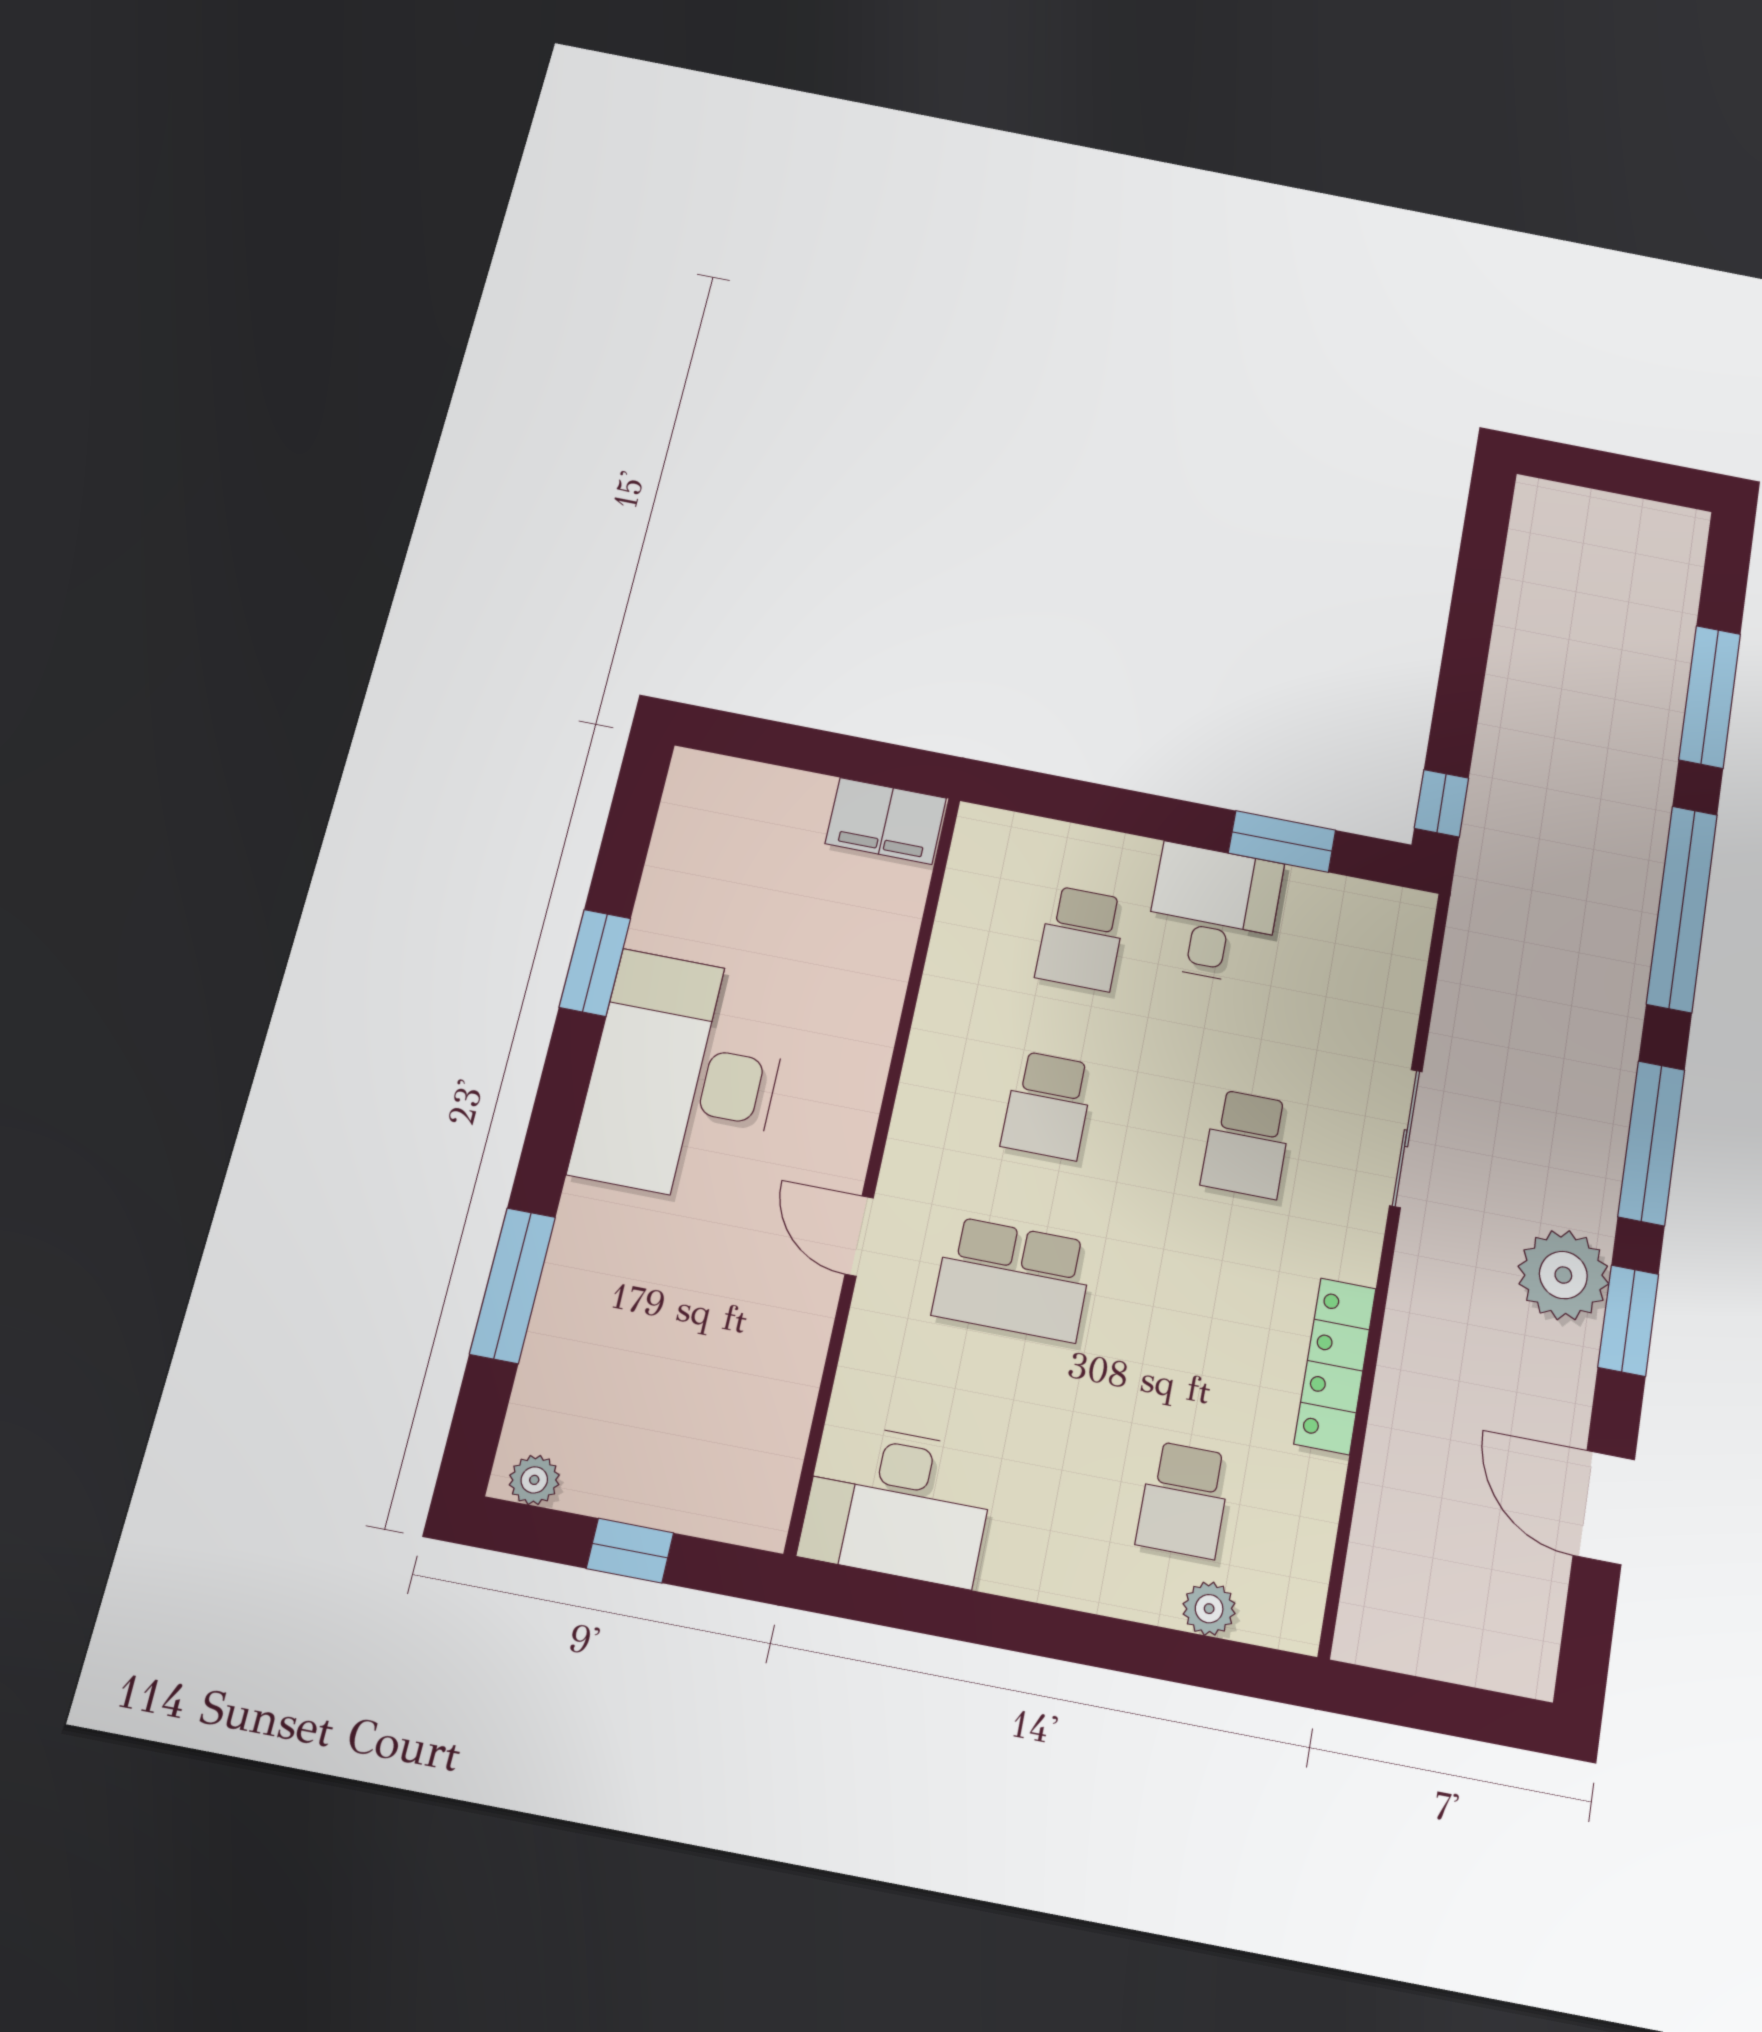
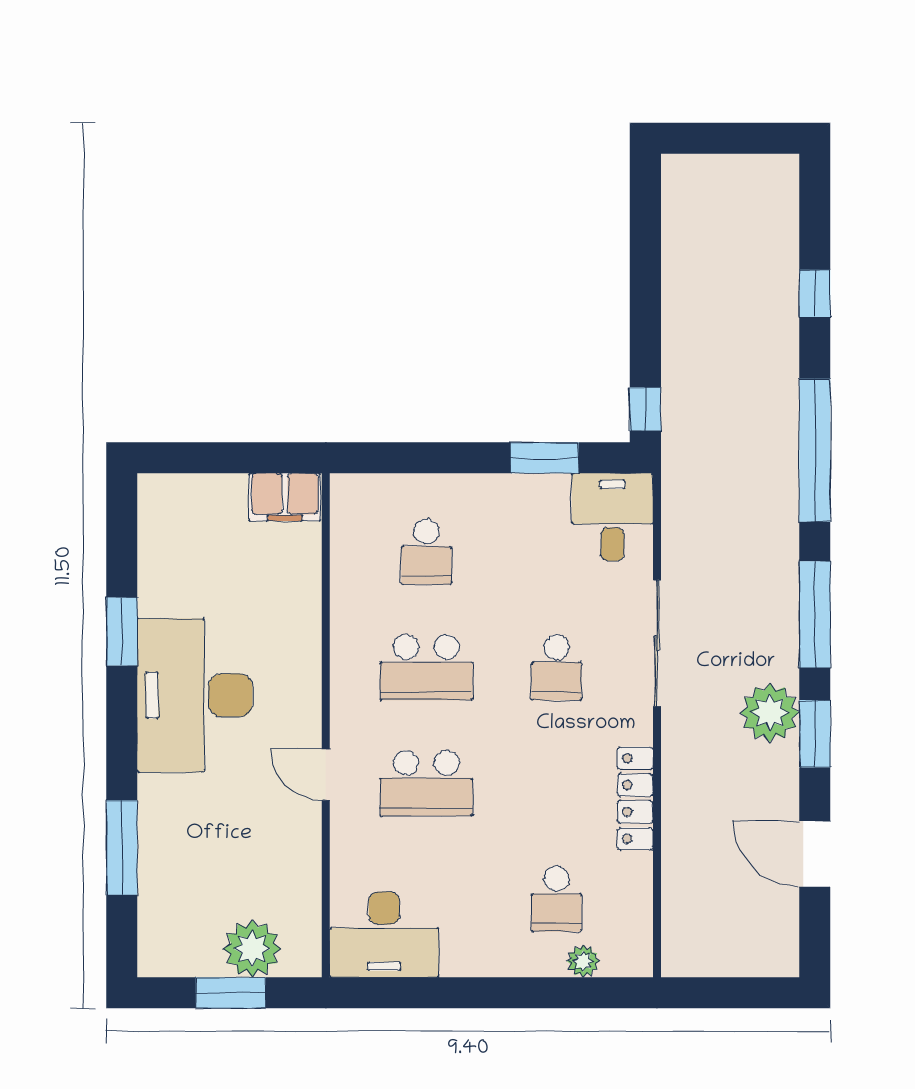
window: (1710, 697) -> (815, 293), width x0.46
desk: (1213, 913) -> (612, 517), moved
school desk: (1048, 1105) -> (426, 667), width x1.85
sliding door: (1406, 1138) -> (657, 643), width x1.37
plant: (534, 1480) -> (252, 949), moved, width x1.88, depth x1.88
window: (630, 1551) -> (231, 993), width x1.50

